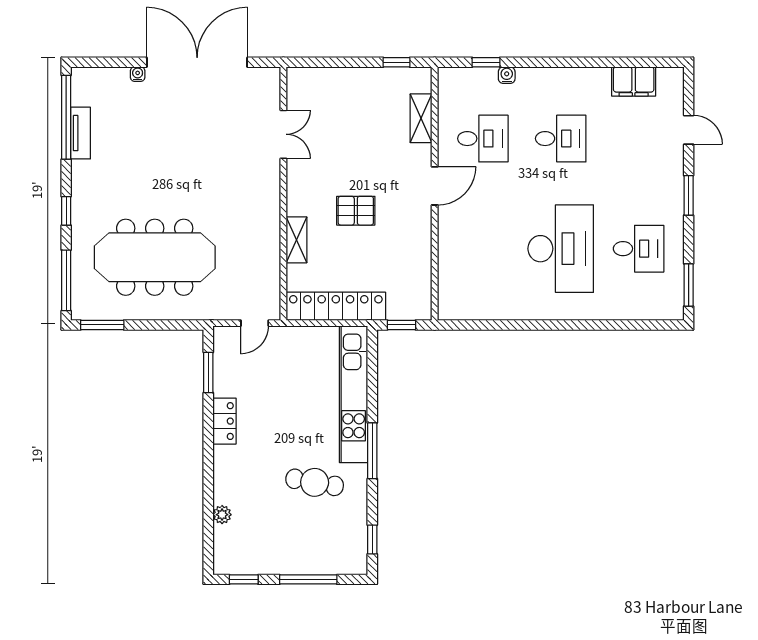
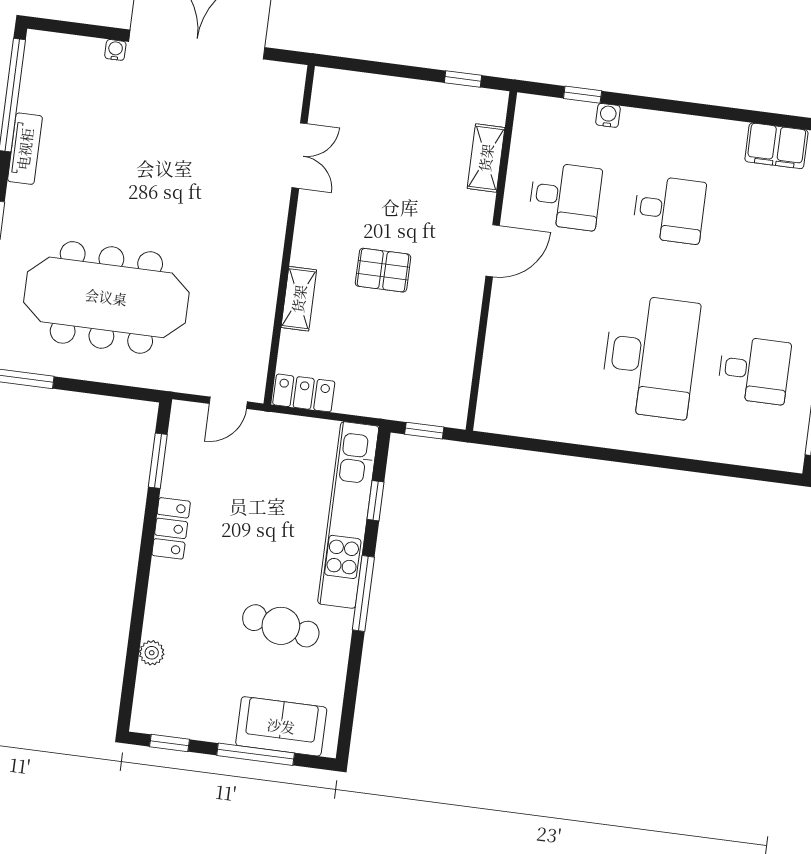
tv unit: (81, 133) -> (25, 149), moved
locker: (336, 306) -> (304, 393), width x0.46, depth x0.83
window: (372, 540) -> (375, 501), moved
sofa: (324, 556) -> (281, 726), added

